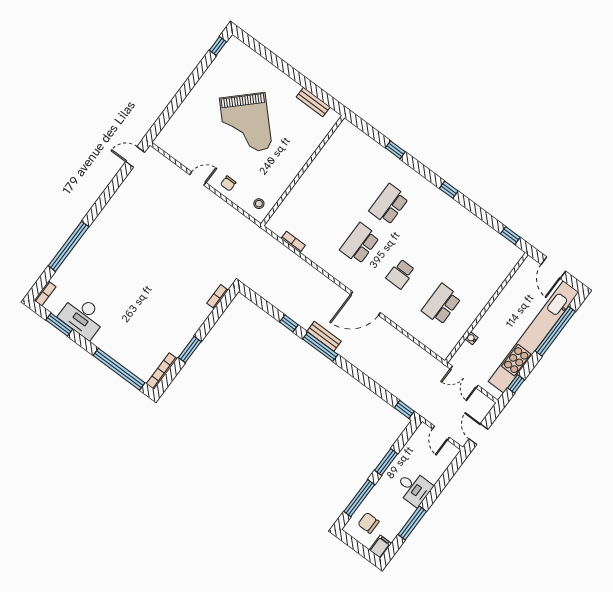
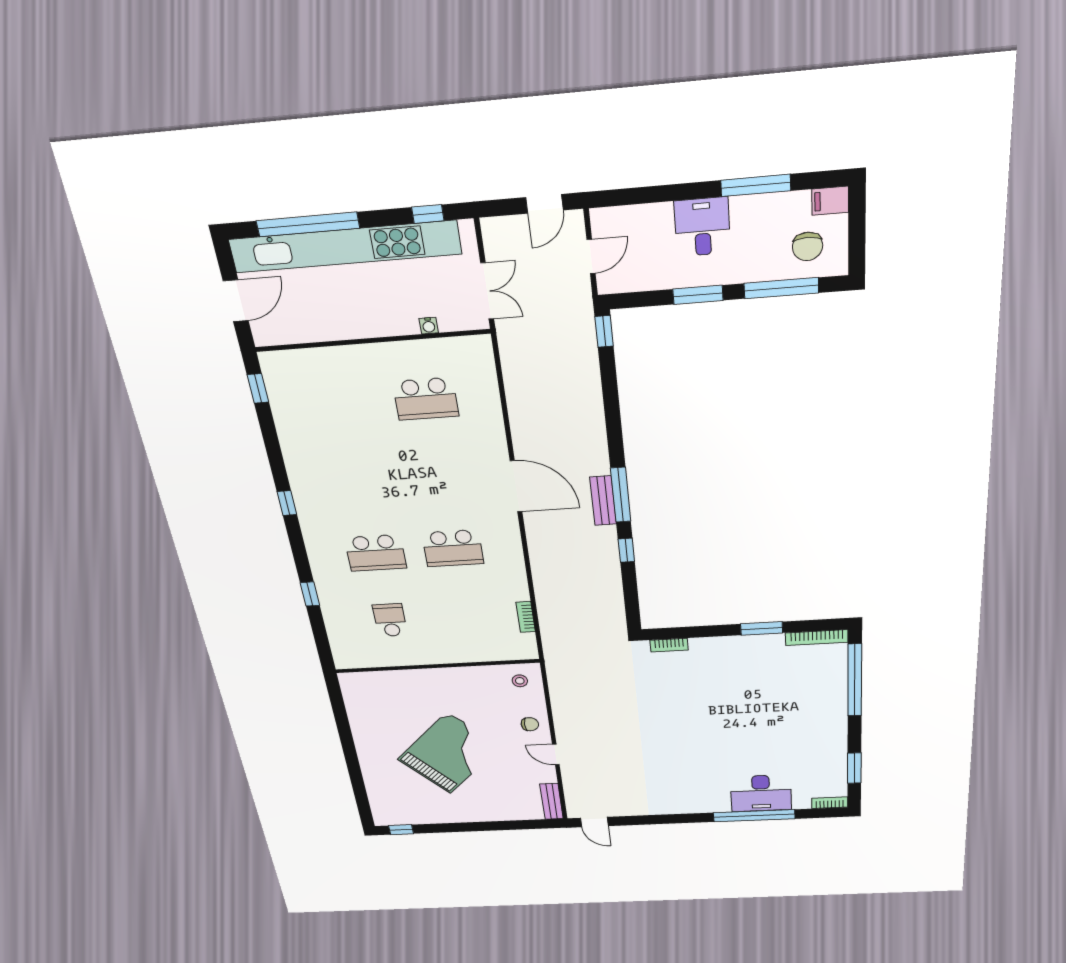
bench: (313, 102) -> (552, 801), moved
school desk: (401, 274) -> (390, 620), moved, turned -90
desk: (83, 317) -> (761, 793), moved, turned 90

